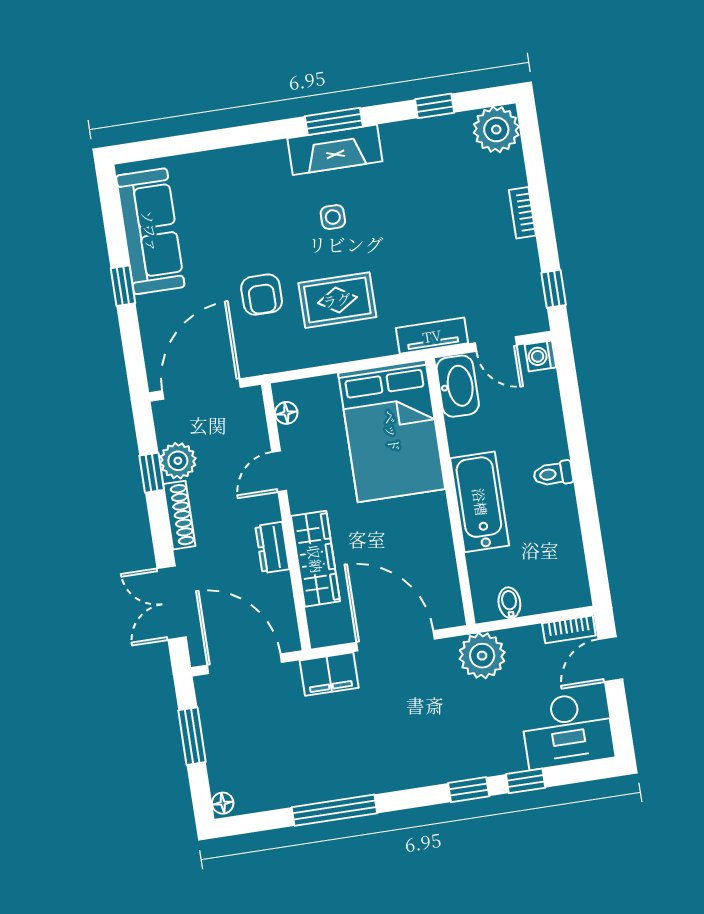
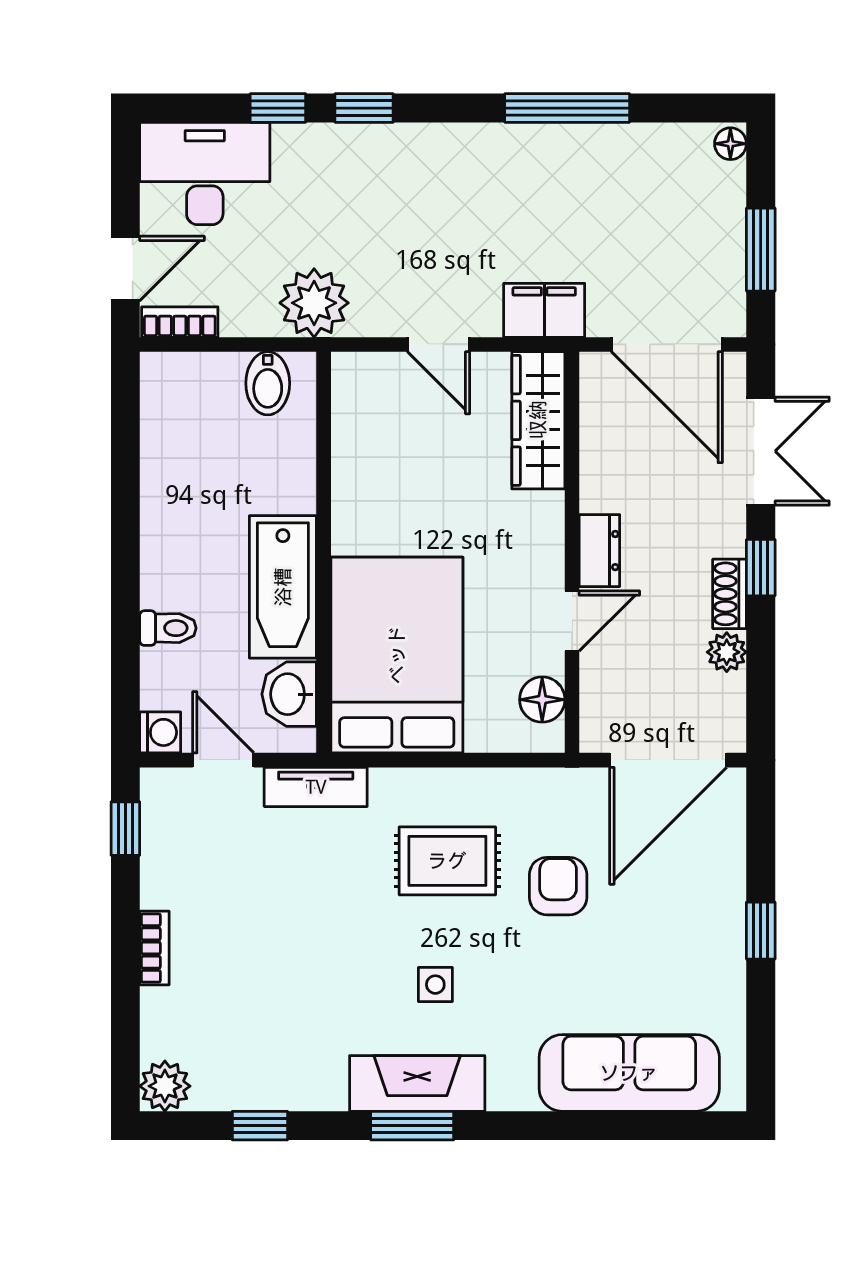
plant: (496, 130) -> (165, 1086), width x0.73, depth x0.73
sofa: (150, 231) -> (629, 1073), moved, turned 90
washbasin: (458, 386) -> (289, 694), width x0.72
floor lamp: (286, 413) -> (542, 700), width x1.37, depth x1.37
plant: (178, 461) -> (727, 652), width x0.73, depth x0.73
window: (152, 473) -> (761, 568), moved
toilet: (553, 474) -> (168, 628), moved
bathtub: (480, 502) -> (283, 587), moved
shoe rack: (179, 515) -> (730, 594), width x0.70
dresser: (272, 548) -> (599, 551), moved
wardrobe: (315, 559) -> (538, 420), moved
bidet: (509, 603) -> (268, 383), width x1.38, depth x1.36
door: (395, 641) -> (439, 344), width x0.53

